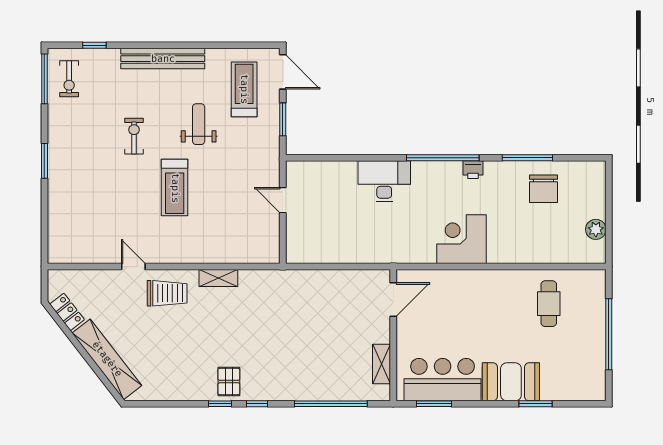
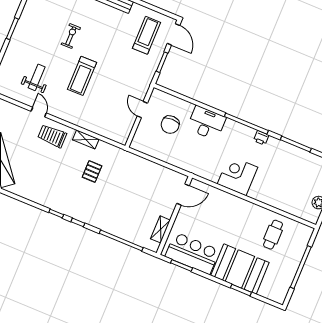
weight bench: (199, 124) -> (37, 77), moved
chair: (544, 189) -> (170, 125), moved
trolley: (167, 293) -> (52, 136), turned 180
pallet: (229, 382) -> (92, 171), moved
booth: (511, 382) -> (240, 269), width x1.36, depth x1.42

